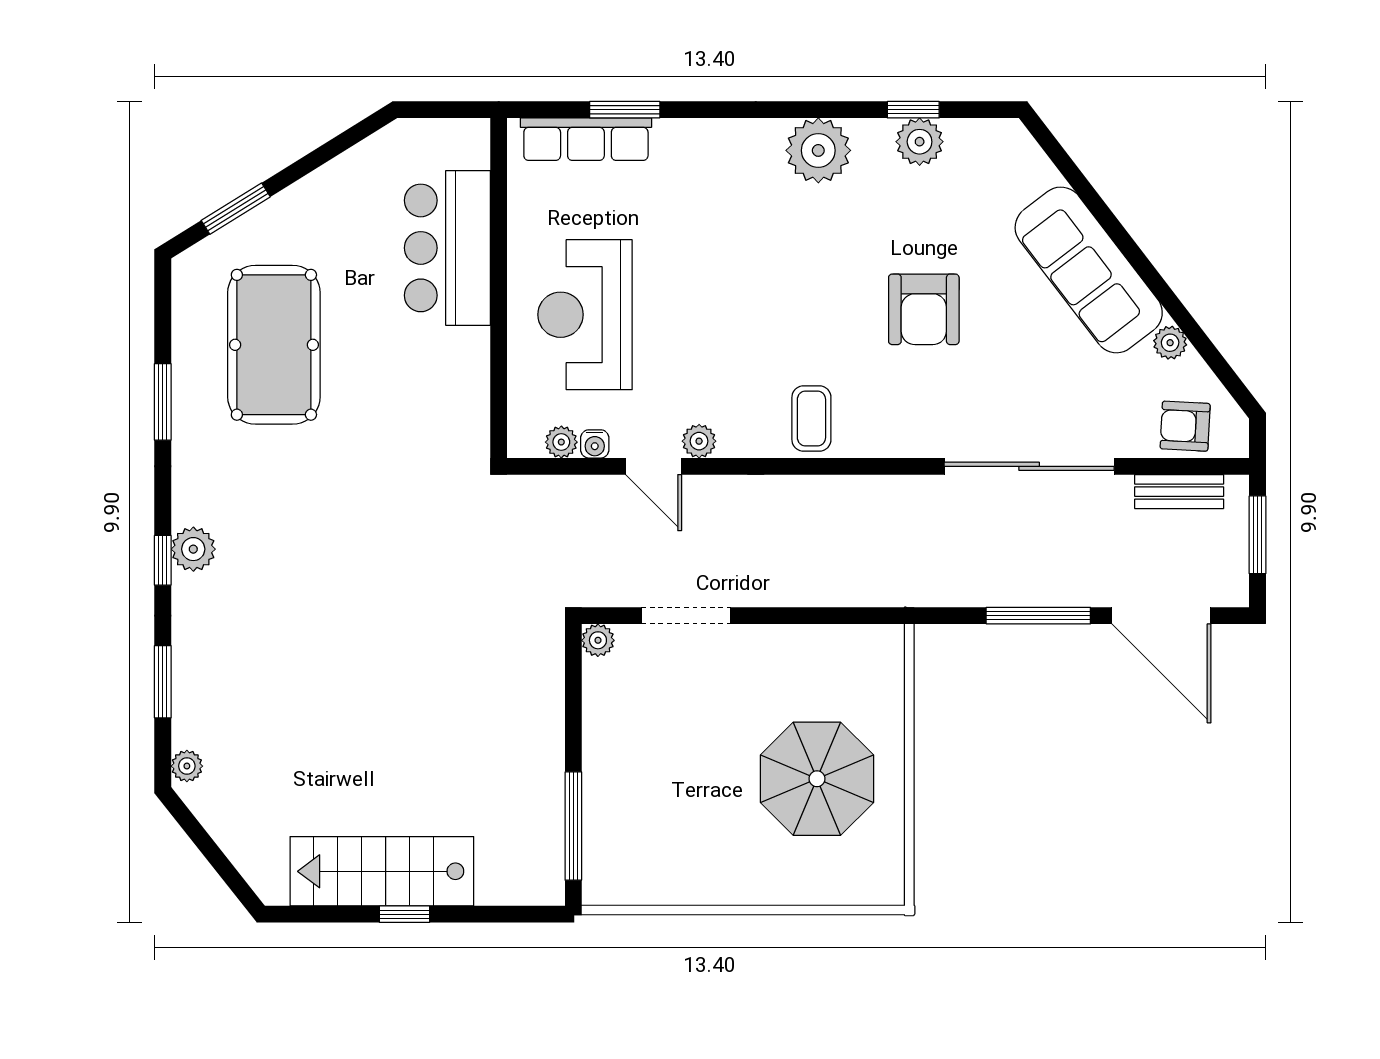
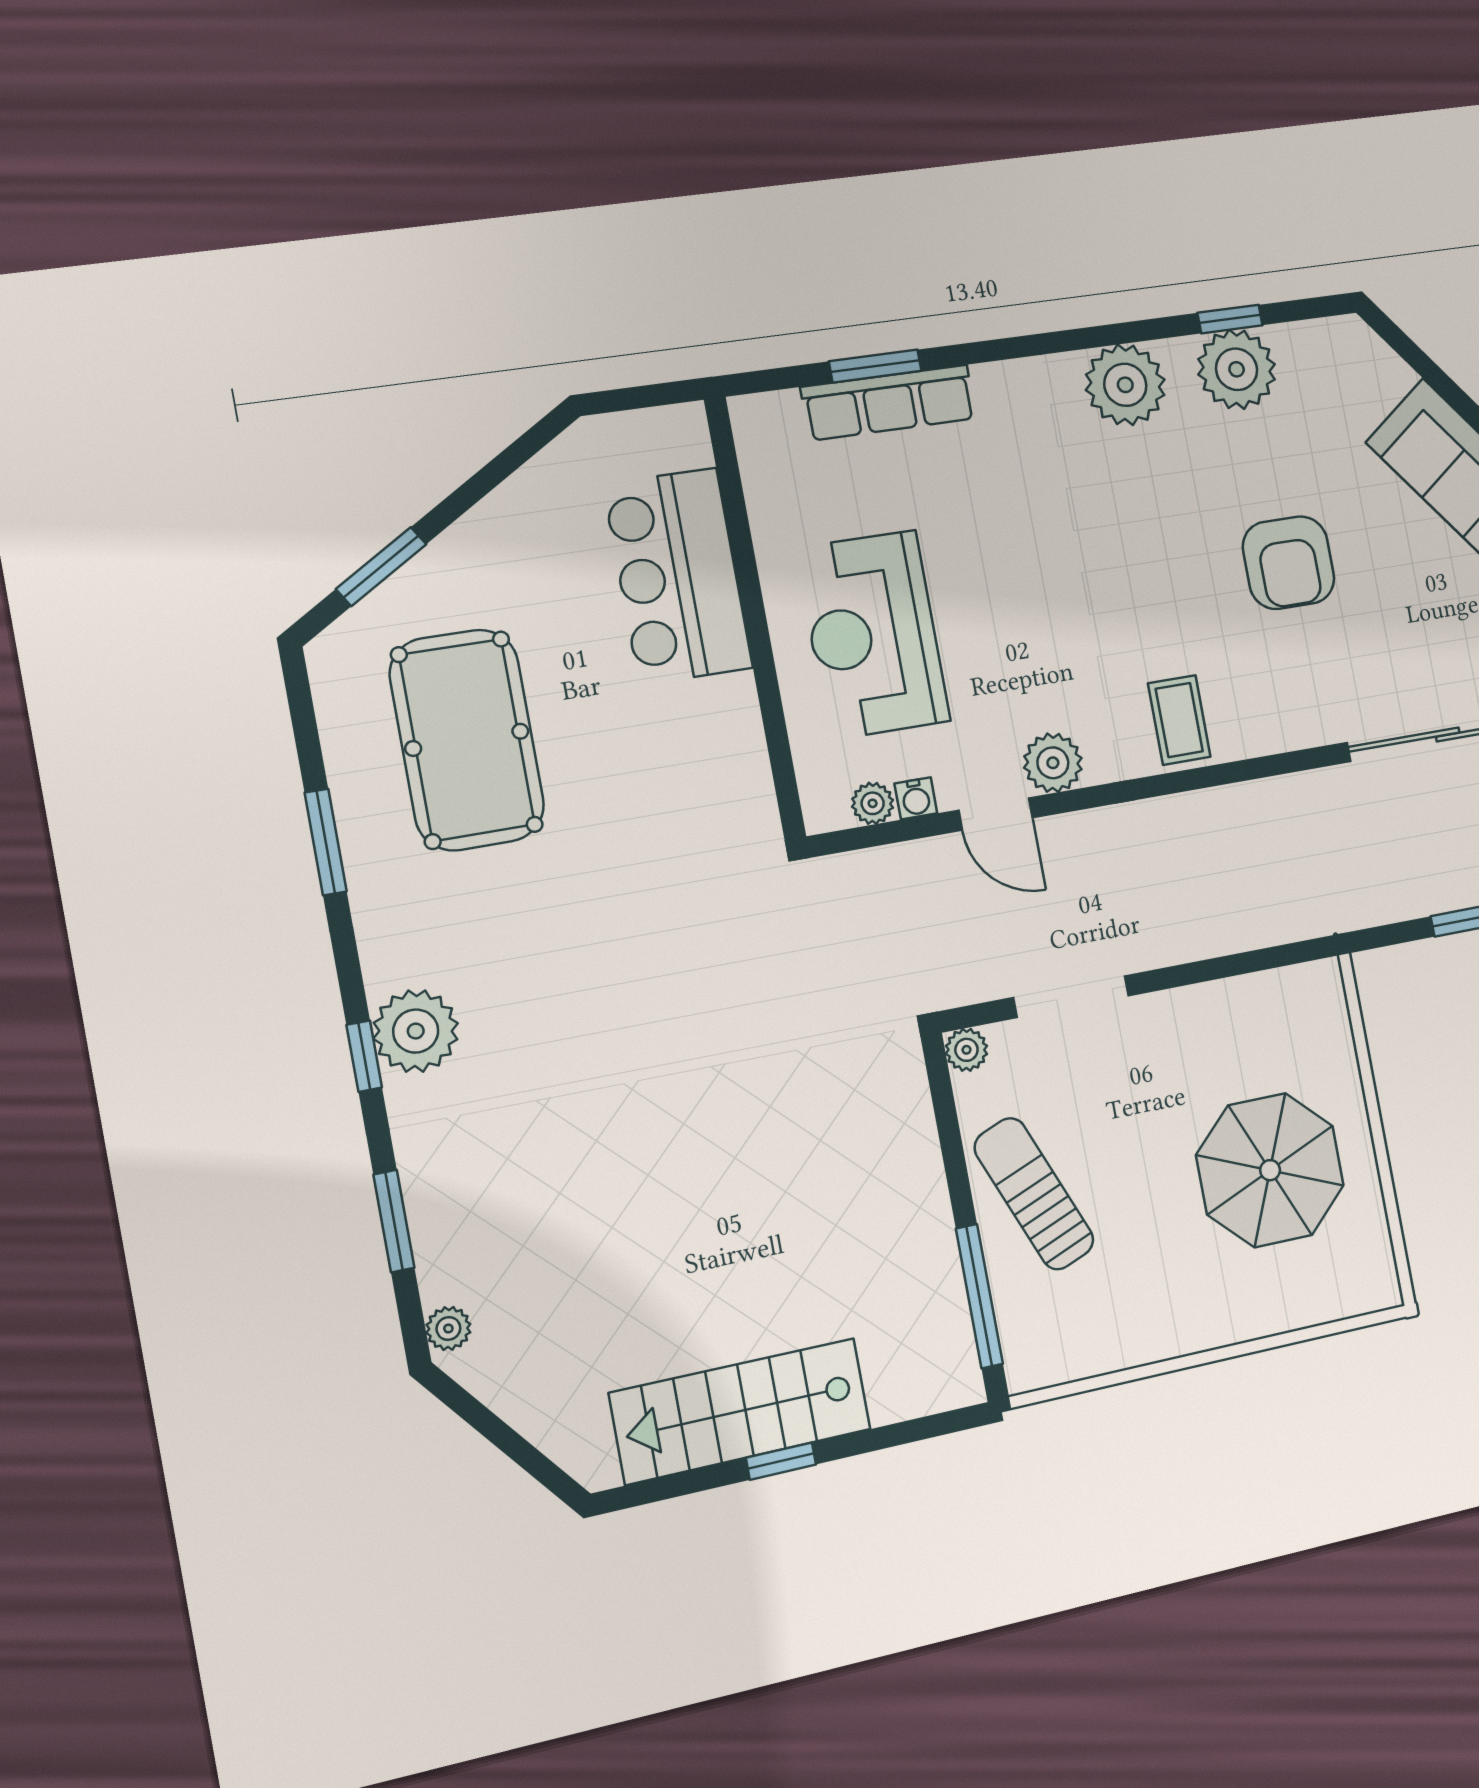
row of seats: (586, 139) -> (889, 403), moved
plant: (920, 142) -> (1237, 369), width x1.36, depth x1.36
plant: (699, 441) -> (1053, 763), width x1.38, depth x1.38
plant: (193, 549) -> (416, 1031), width x1.36, depth x1.36
sun lounger: (629, 759) -> (1034, 1194), added

